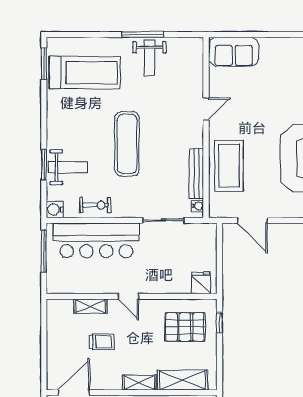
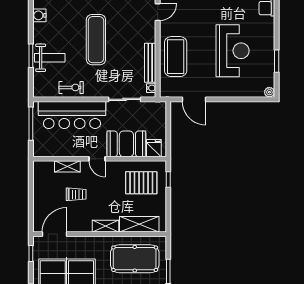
water cooler: (55, 209) -> (39, 15), moved
booth: (166, 277) -> (126, 144), added

